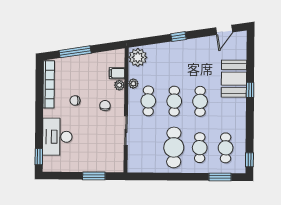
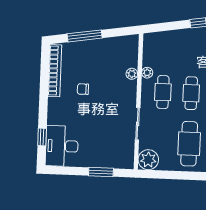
plant: (138, 57) -> (148, 160), moved
filing cabinet: (117, 73) -> (130, 61), removed
chair: (105, 106) -> (116, 96), removed
desk: (57, 137) -> (62, 146), moved
window: (39, 157) -> (42, 137), moved

